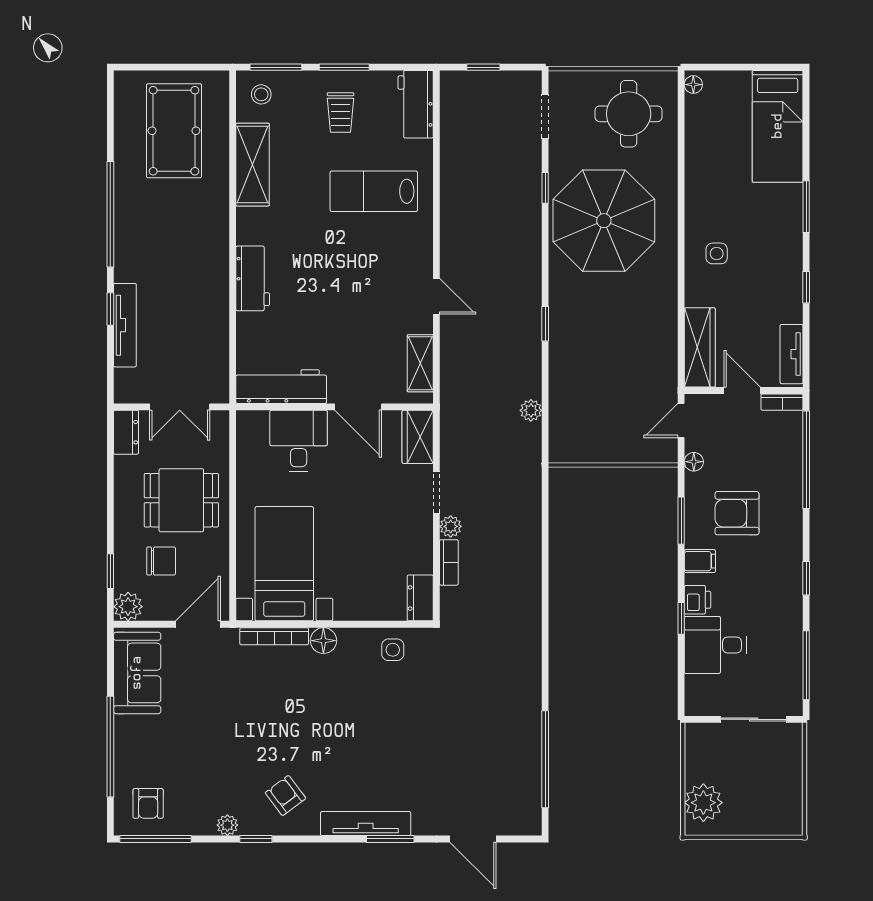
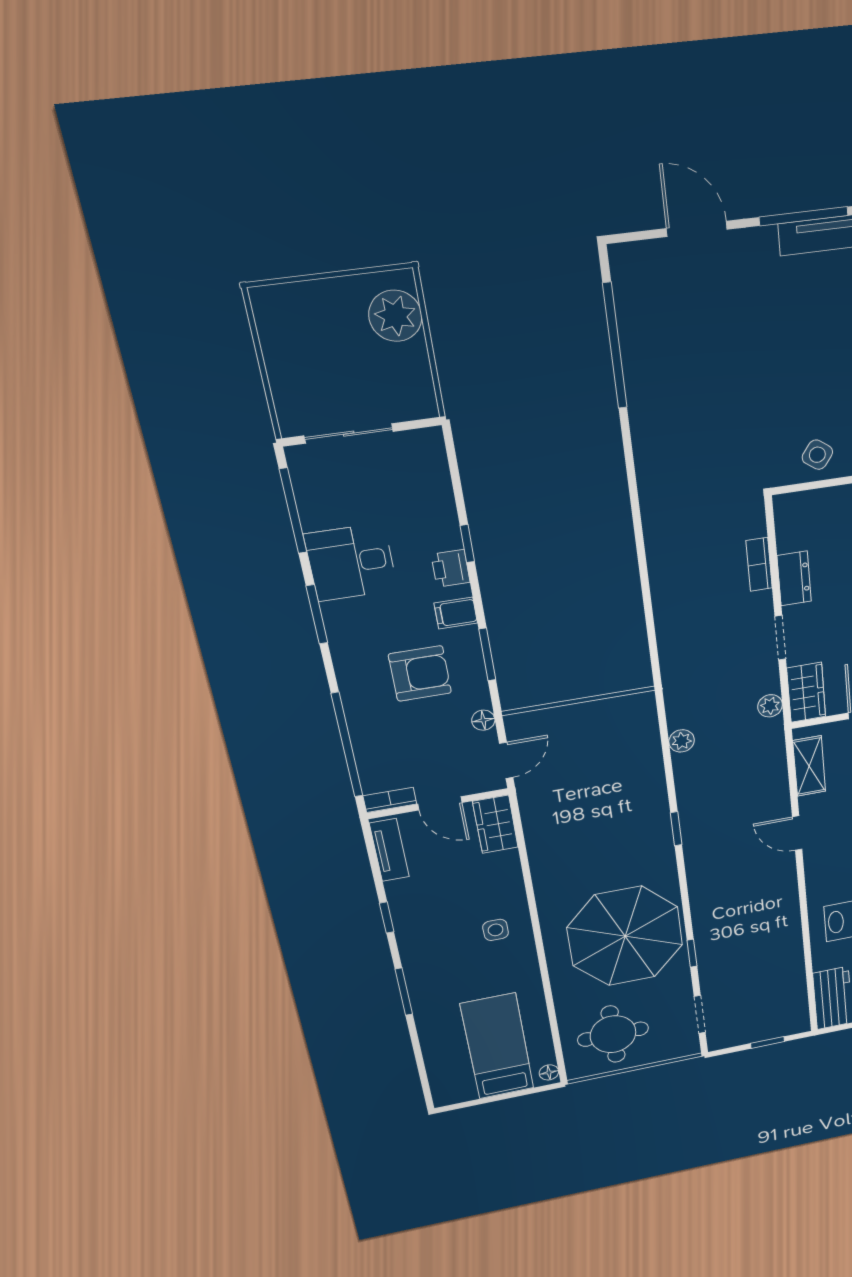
bed: (778, 126) -> (497, 1046), moved
wardrobe: (700, 347) -> (495, 824), width x0.67
plant: (451, 526) -> (770, 706), moved
window: (806, 578) -> (317, 614), width x1.50
dresser: (420, 598) -> (794, 578), moved
desk: (715, 645) -> (351, 562), moved, turned 180
side table: (393, 650) -> (817, 455), turned 36
window: (390, 839) -> (804, 216), width x1.44

